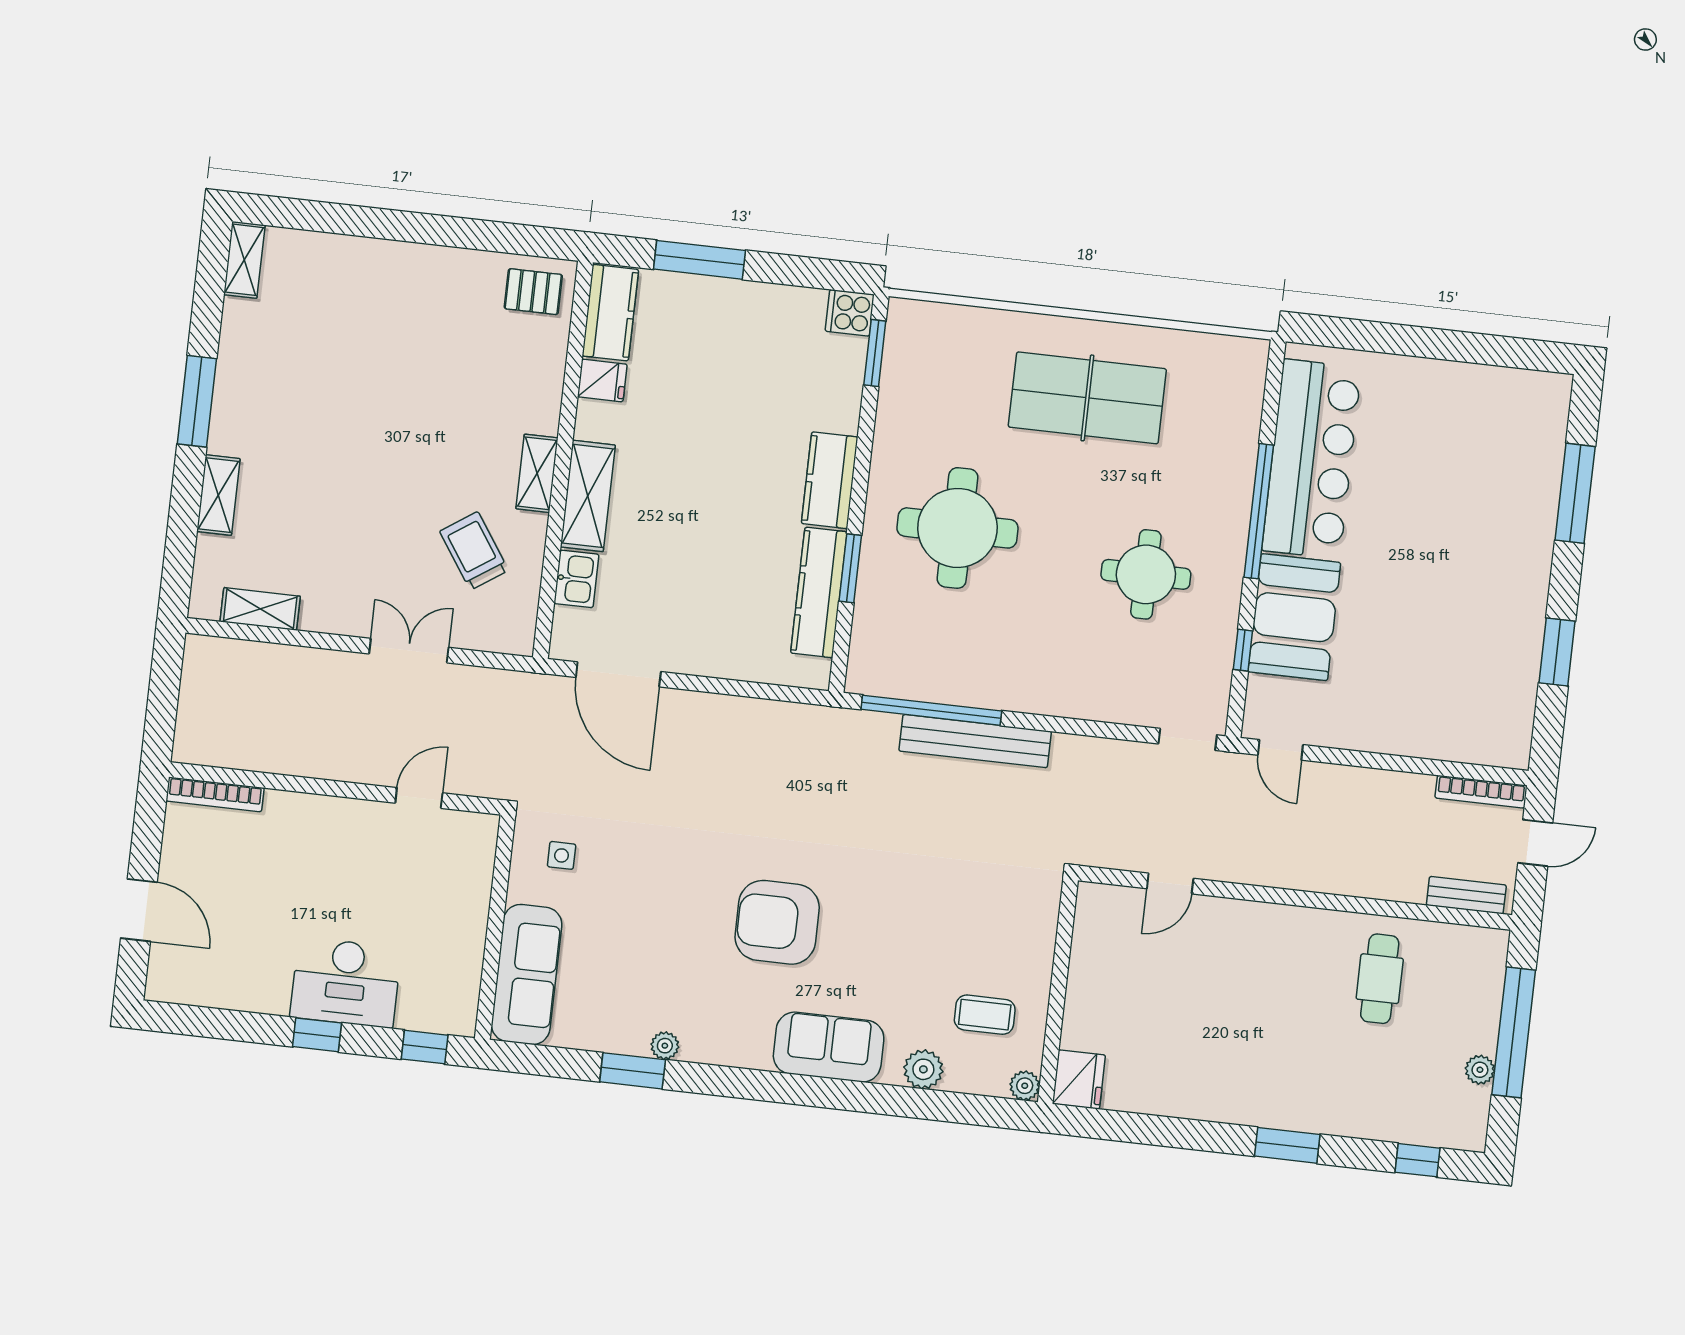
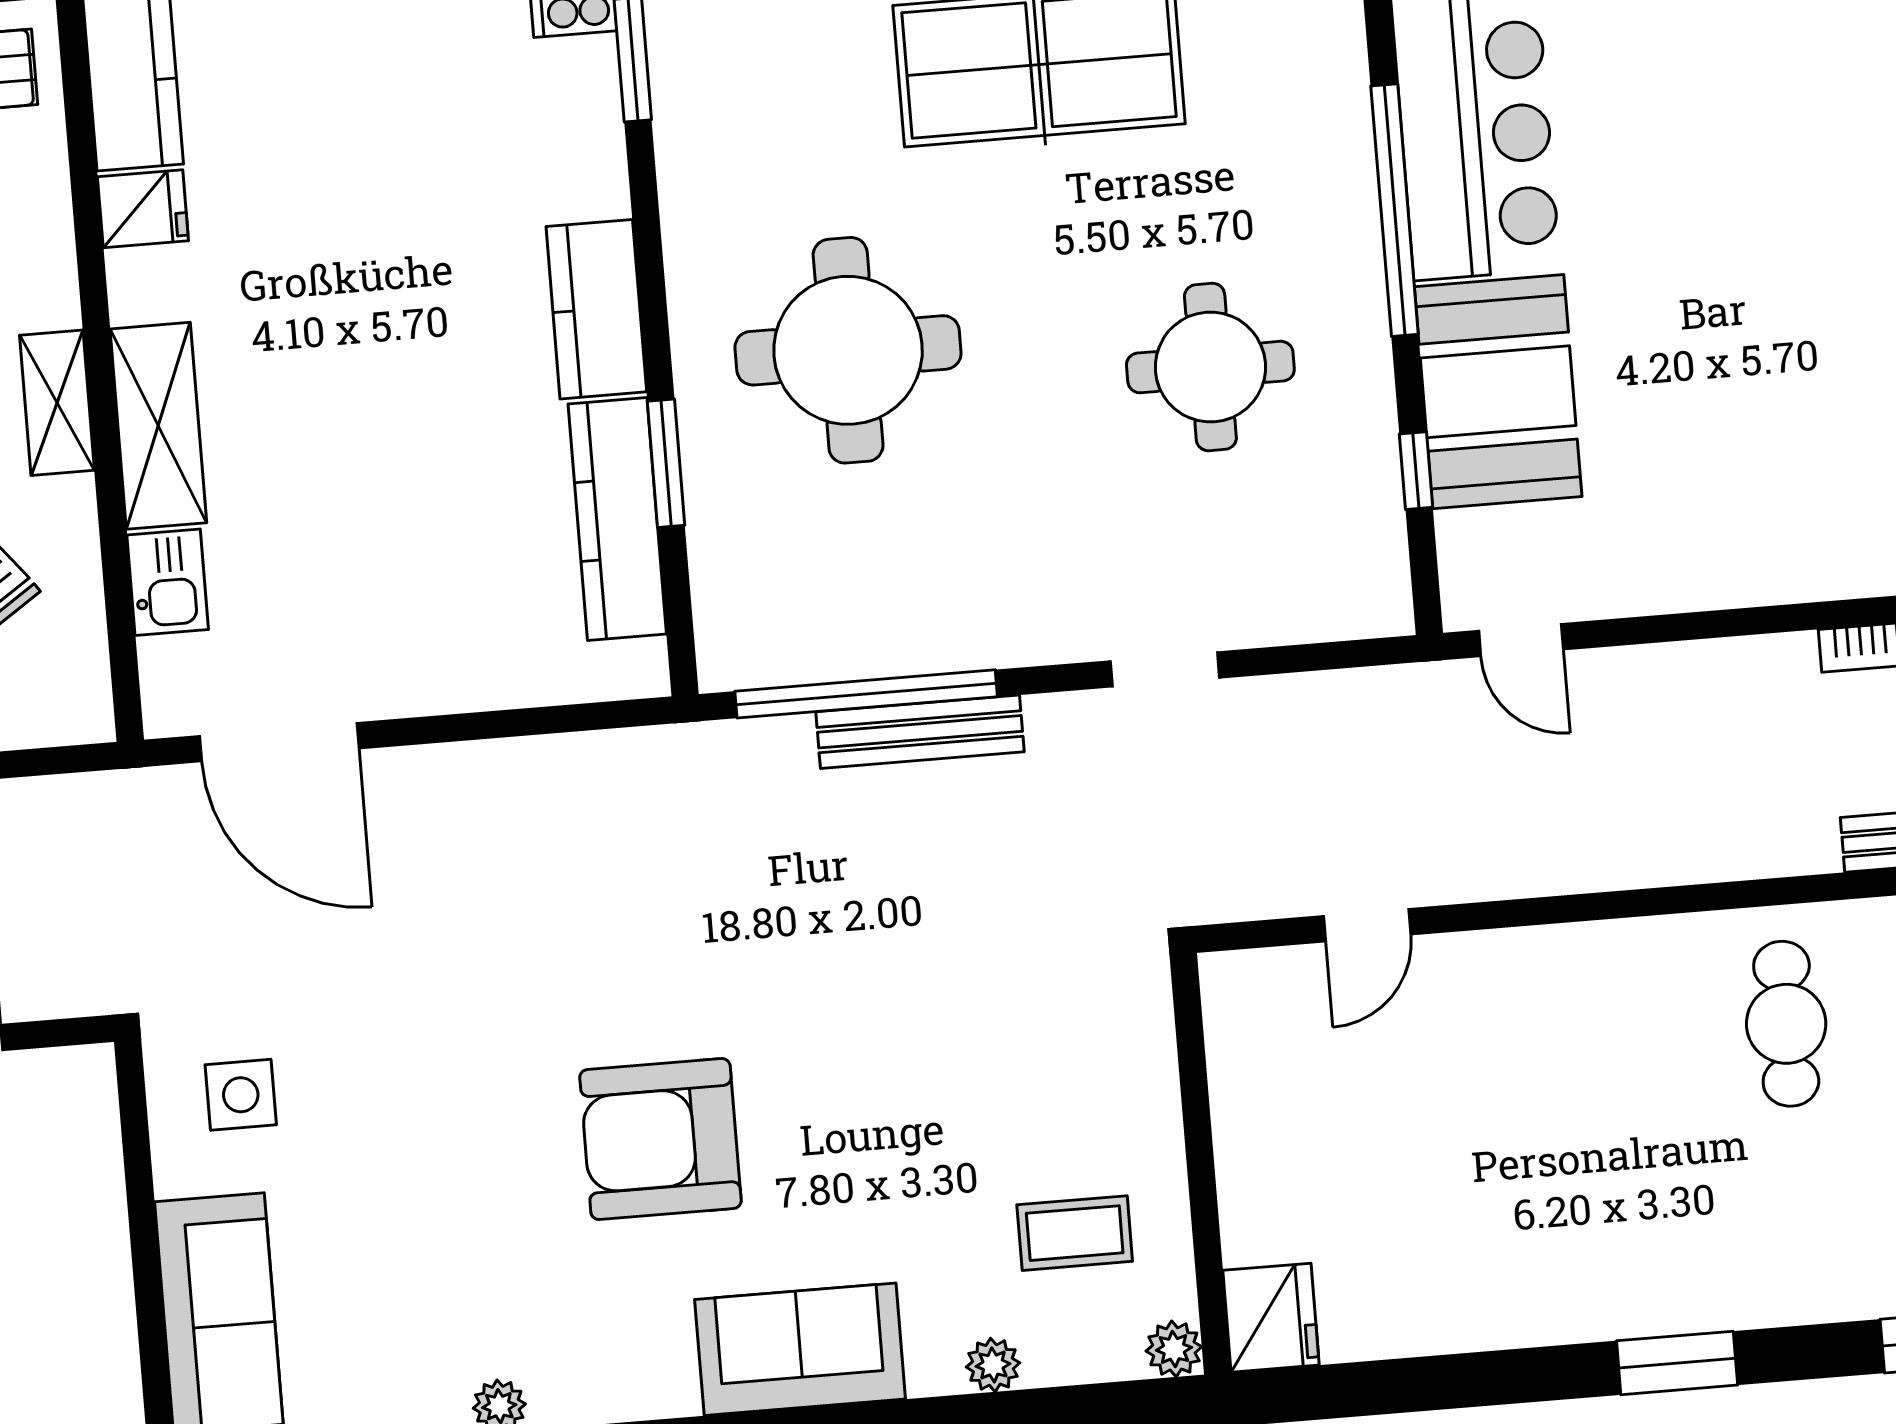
doorway: (1188, 739) -> (1165, 669), moved
bench: (975, 741) -> (920, 732), width x0.73, depth x0.82
side table: (562, 855) -> (241, 1095), width x1.37, depth x1.37
plant: (923, 1069) -> (993, 1365), width x0.73, depth x0.73

